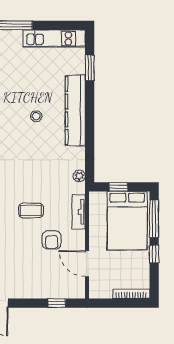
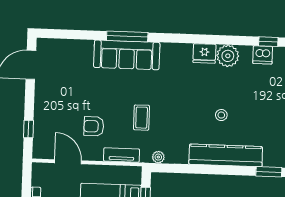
coffee table: (31, 210) -> (142, 118), moved
door: (87, 264) -> (68, 162), hinge flipped

